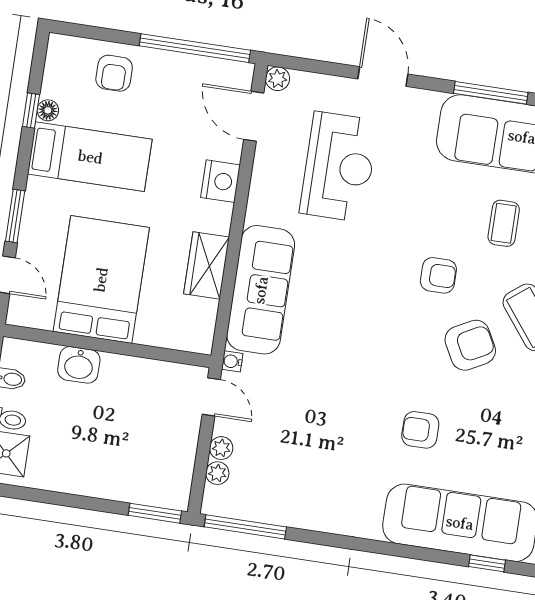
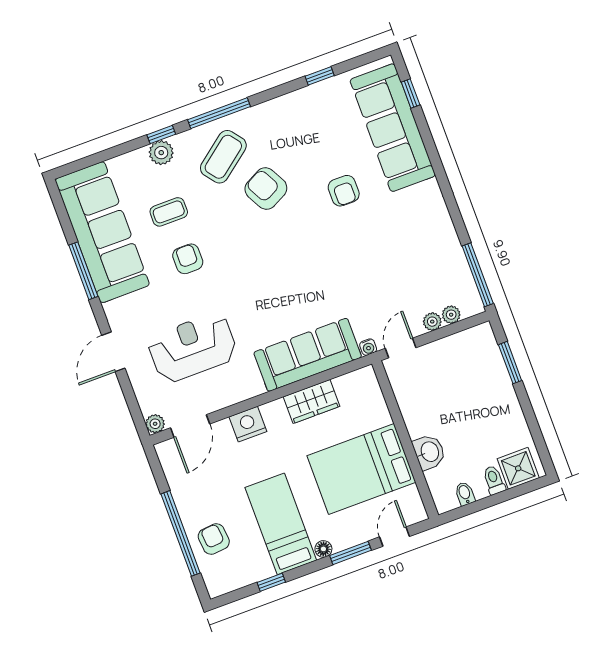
window: (195, 48) -> (181, 533), moved
armchair: (114, 73) -> (214, 539), turned -95
floor lamp: (48, 110) -> (323, 549), moved
armchair: (438, 275) -> (188, 259), moved
window: (155, 513) -> (510, 363), moved

